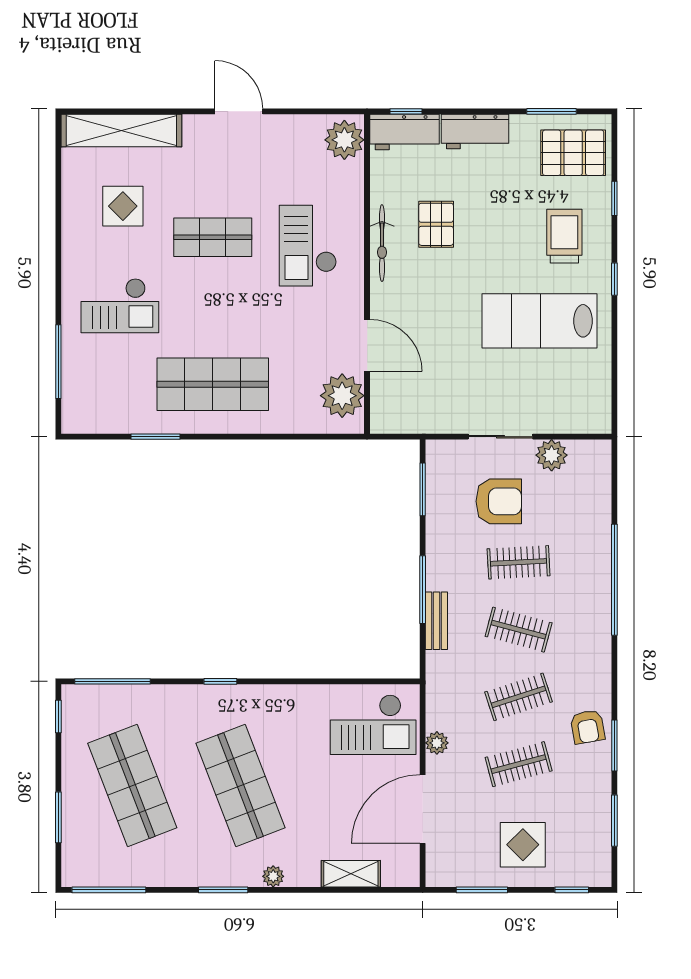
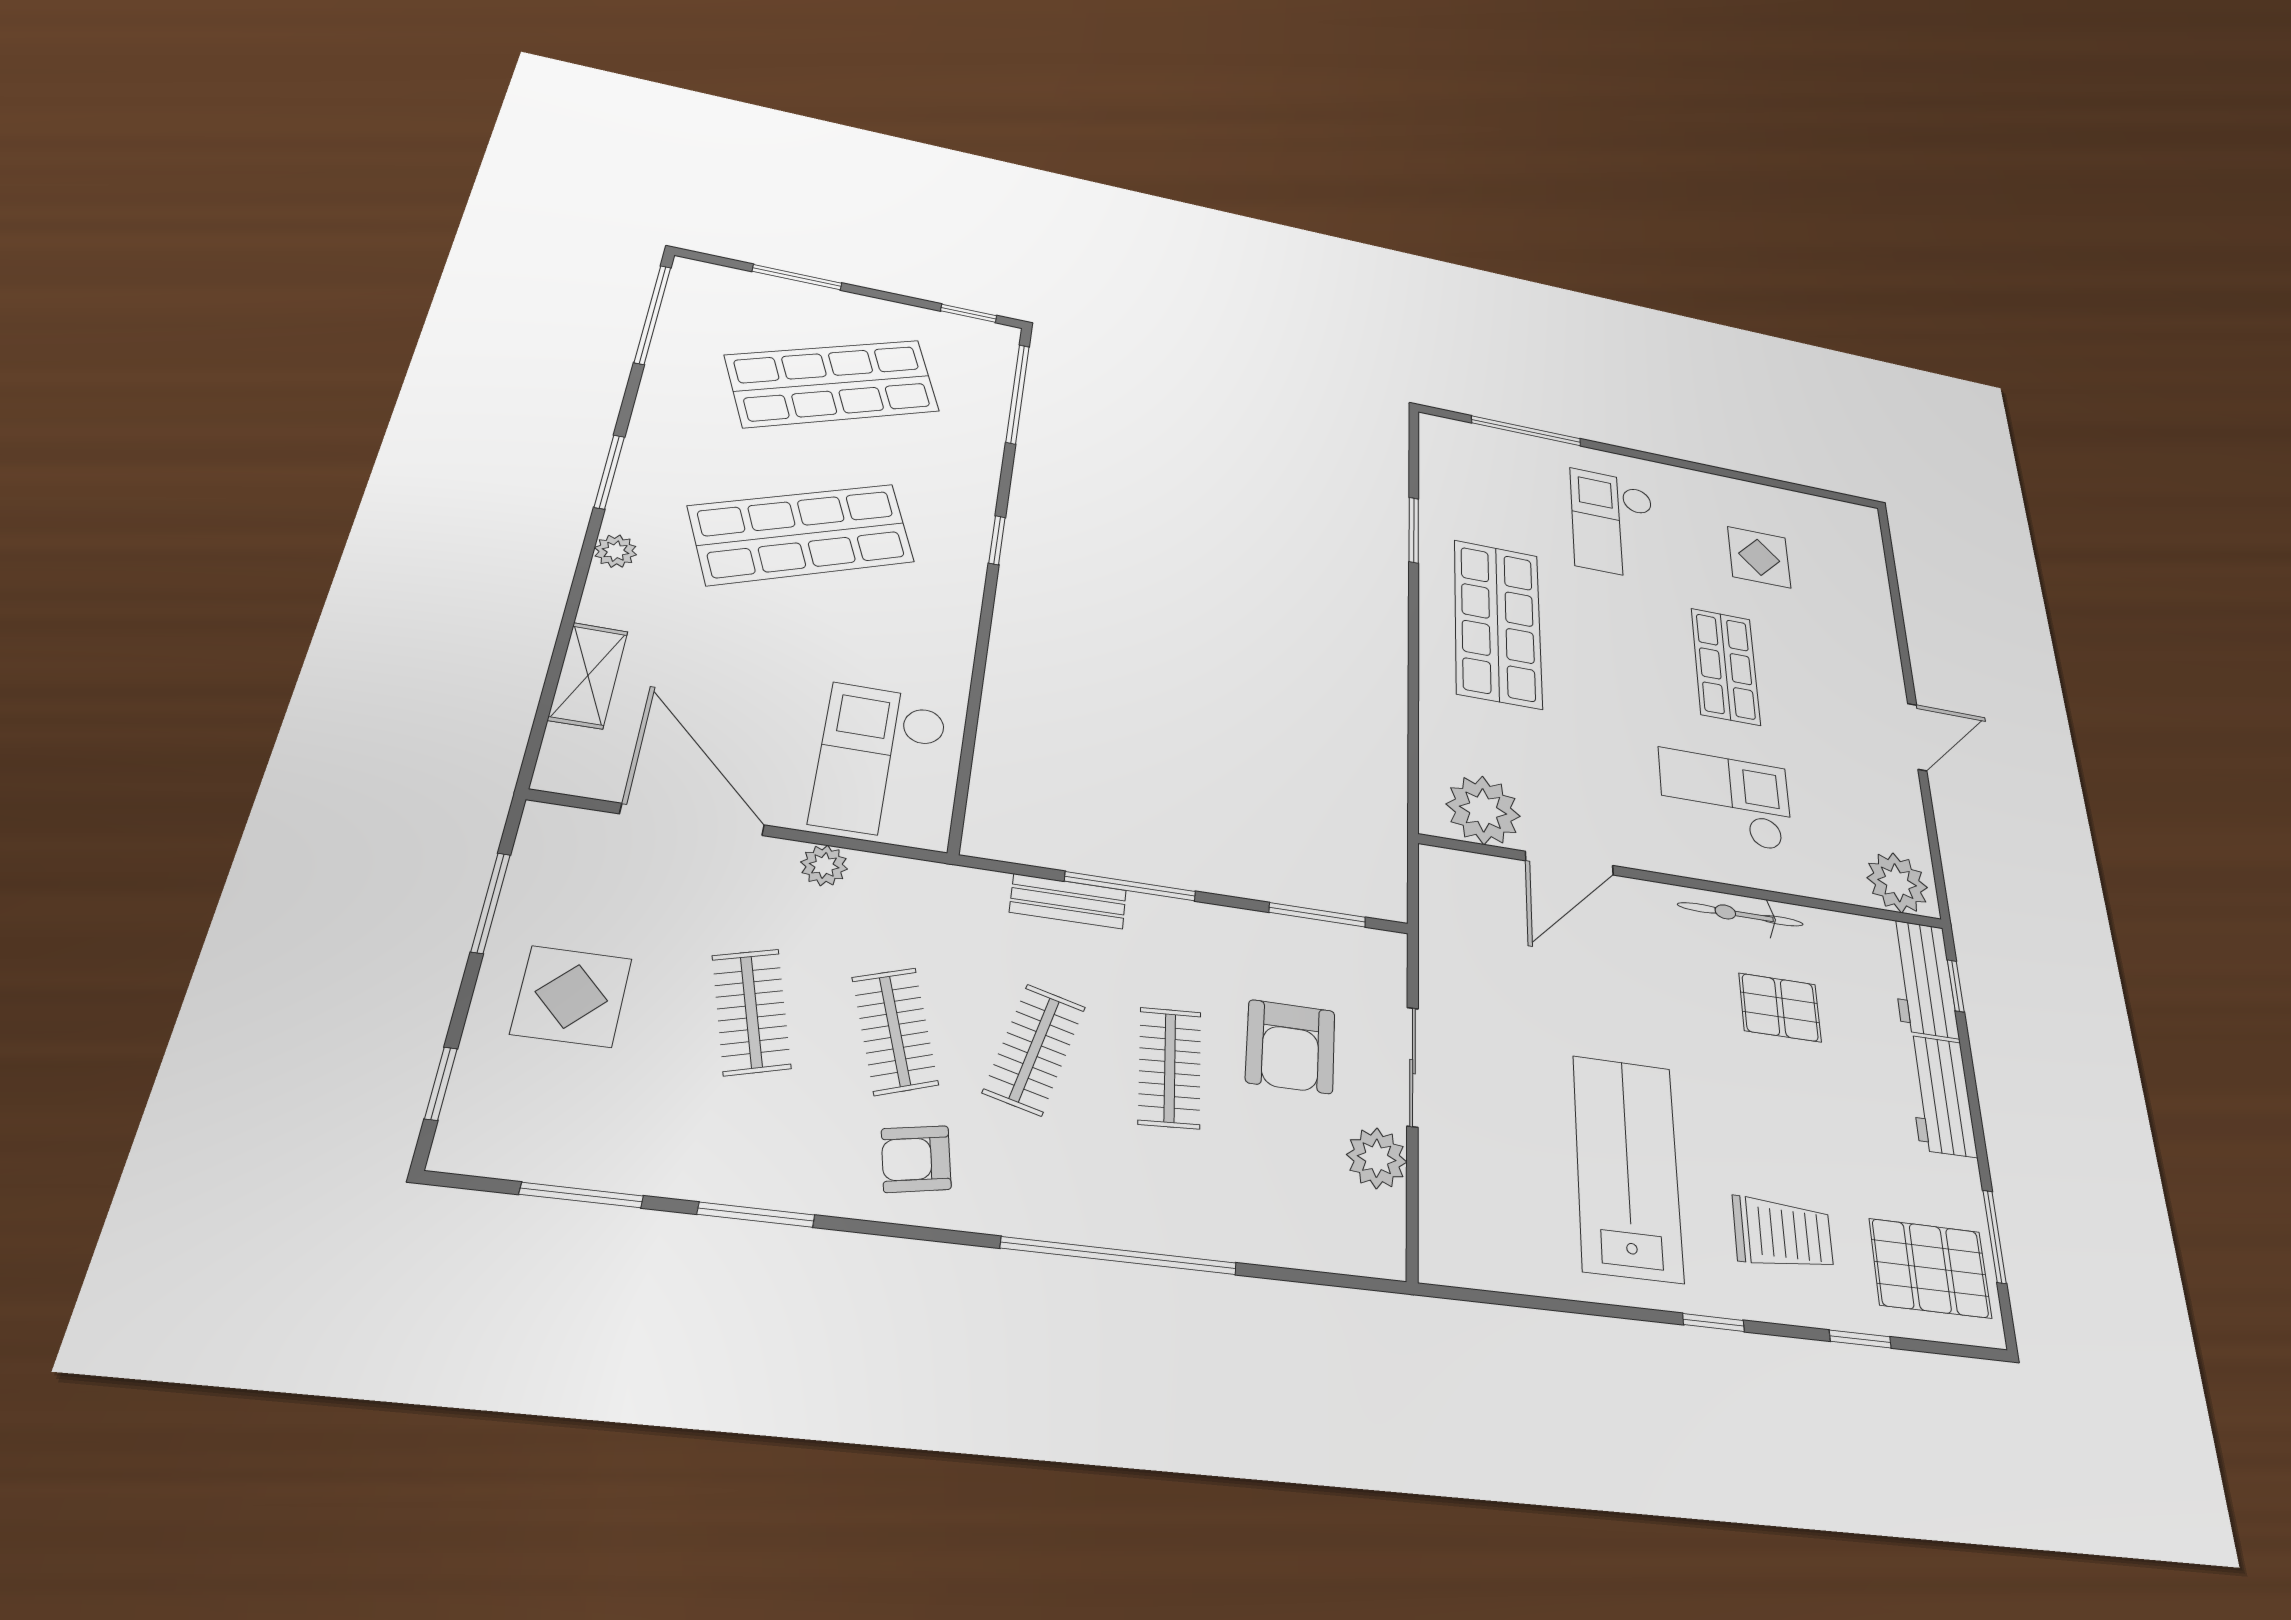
shelving: (121, 131) -> (1866, 577), removed
pallet: (573, 153) -> (1930, 1268), turned 90
armchair: (588, 727) -> (916, 1159), moved

